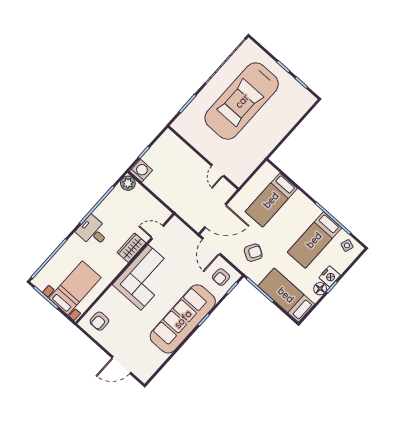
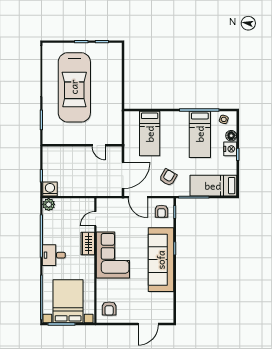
bed with nightstands: (75, 288) -> (68, 301), width x1.36
floor lamp: (320, 289) -> (231, 136), moved

